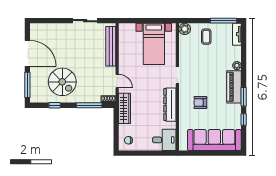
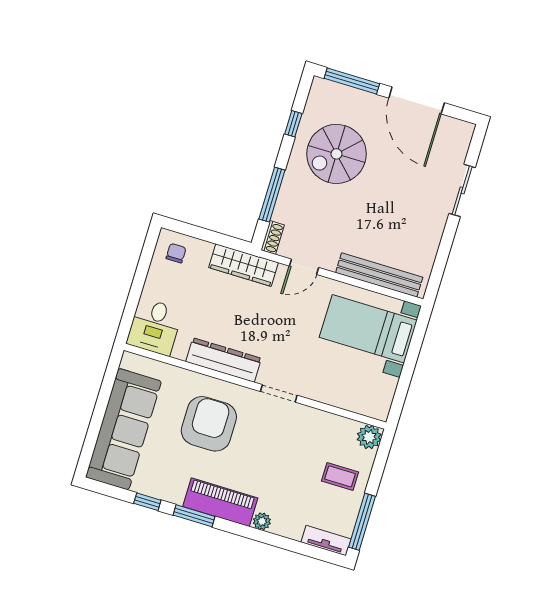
sliding door: (85, 21) -> (462, 190), moved
bed with nightstands: (154, 44) -> (368, 329), moved
door: (27, 53) -> (417, 100), hinge flipped
armchair: (200, 102) -> (209, 424), width x1.88, depth x1.88

